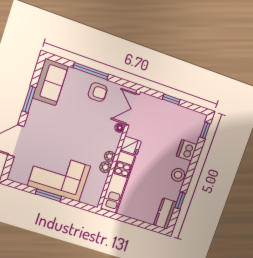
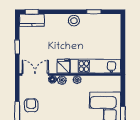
double door: (132, 109) -> (35, 74), swing flipped
dishwasher: (187, 150) -> (52, 21), removed
plant: (105, 167) -> (62, 80), moved
kitchen counter: (165, 214) -> (32, 20), moved

